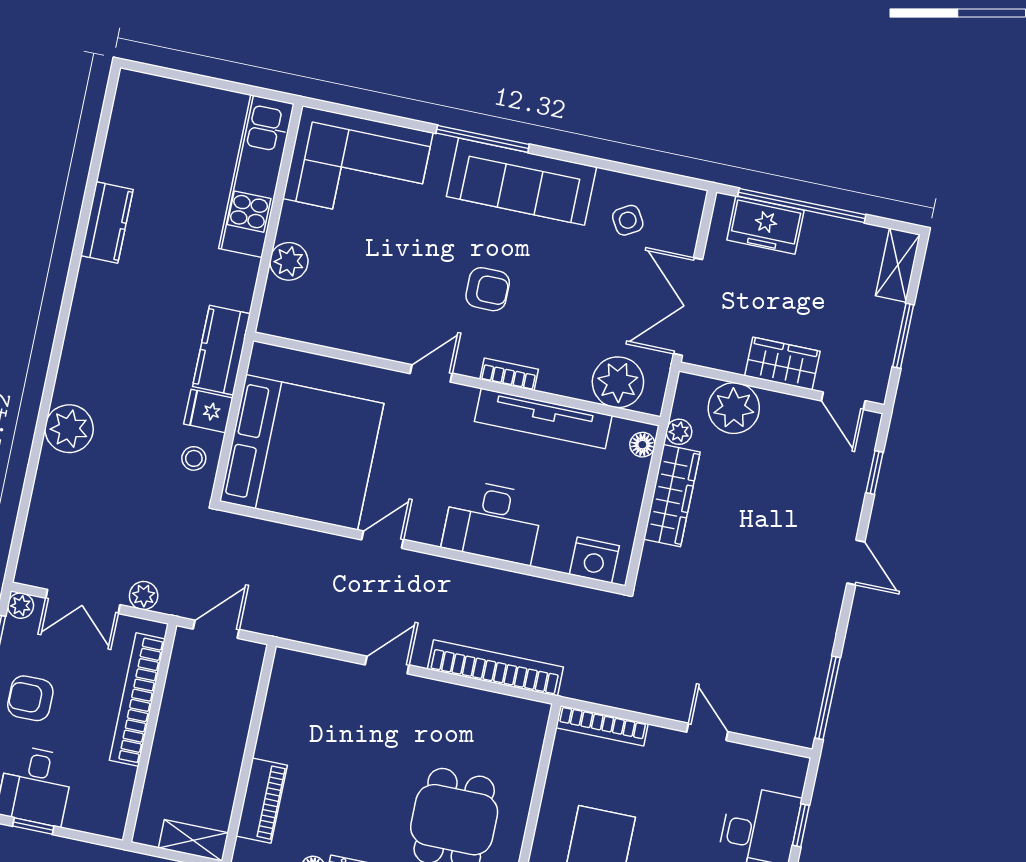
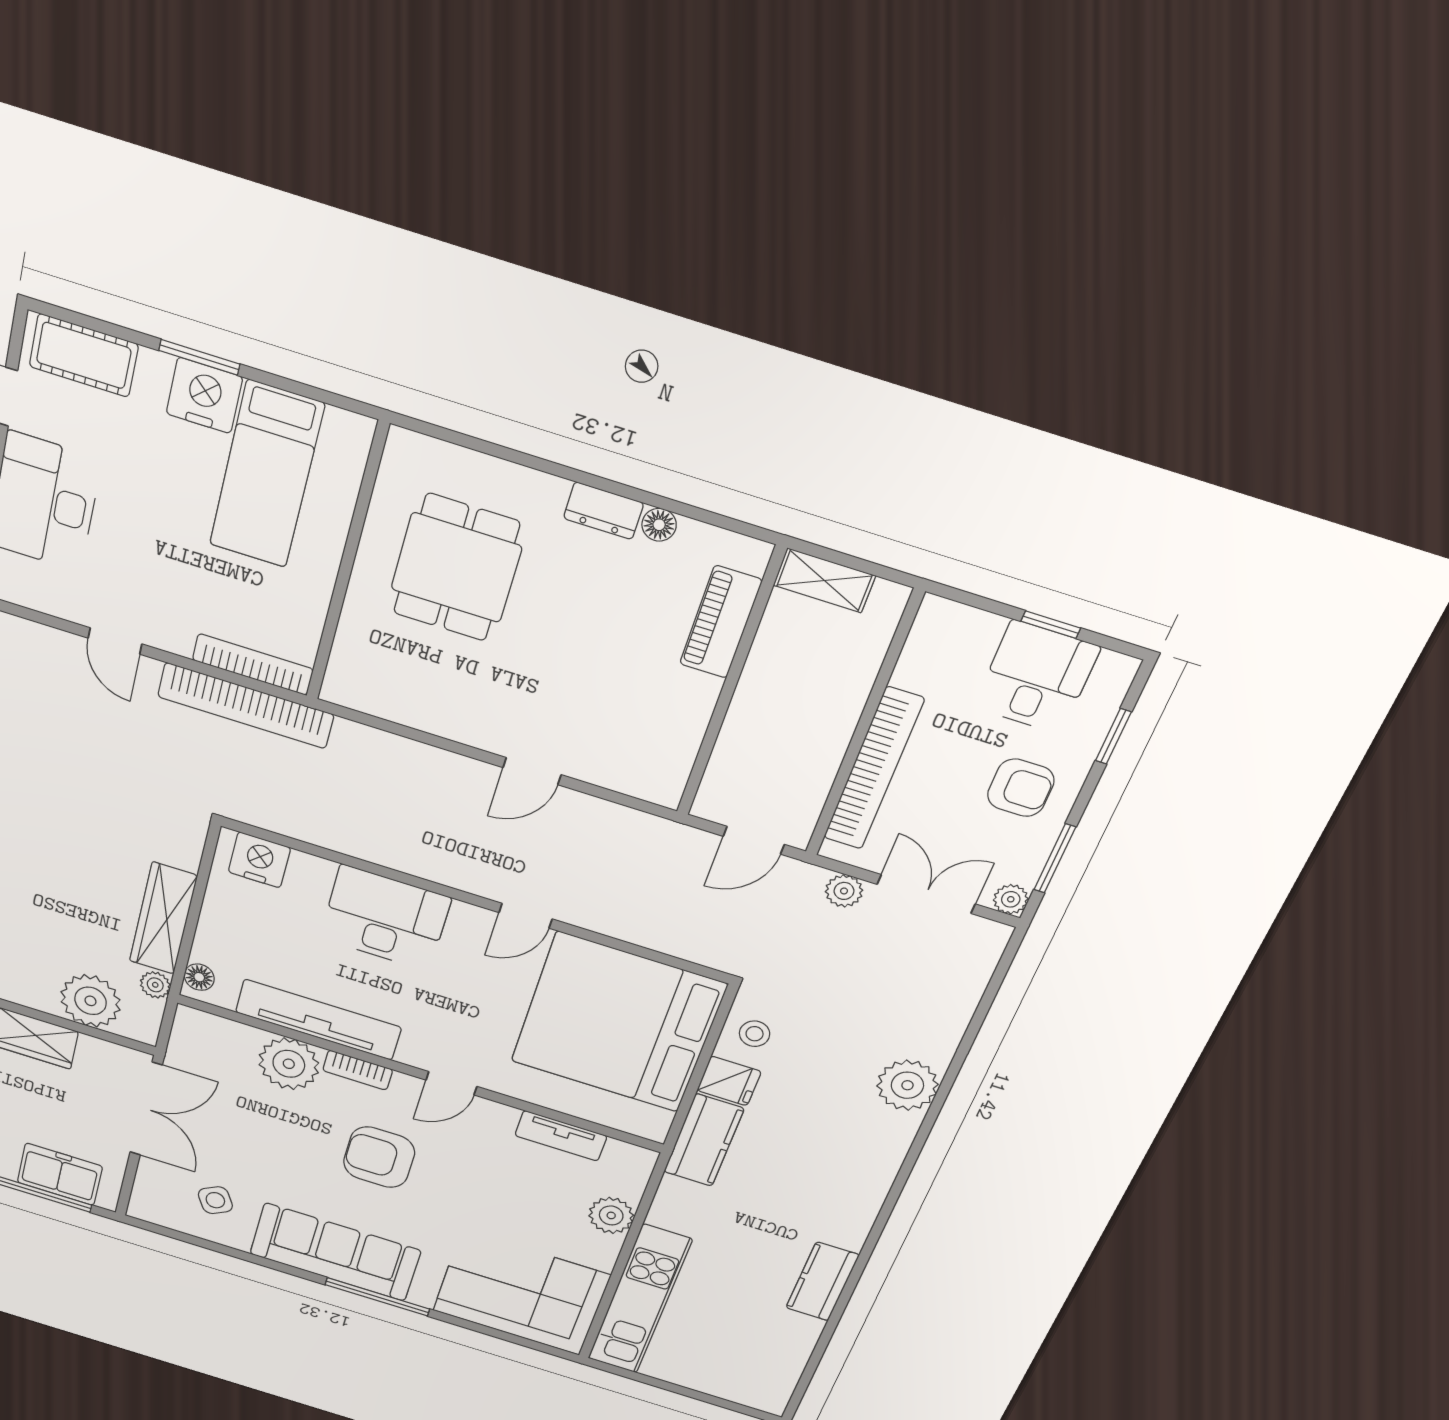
armchair: (488, 289) -> (379, 1157), width x1.38, depth x1.38
tv unit: (338, 336) -> (561, 1136), added
plant: (618, 382) -> (289, 1064), moved
bookcase: (495, 668) -> (246, 706), moved

